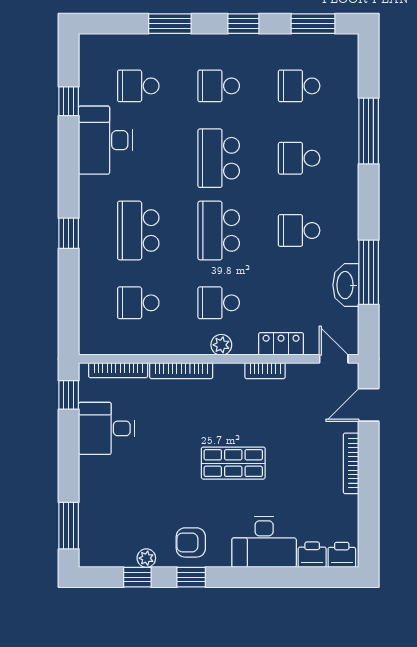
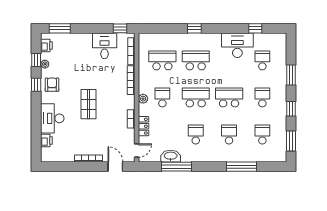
school desk: (138, 303) -> (162, 60), width x1.85
printer: (342, 555) -> (46, 46), moved

